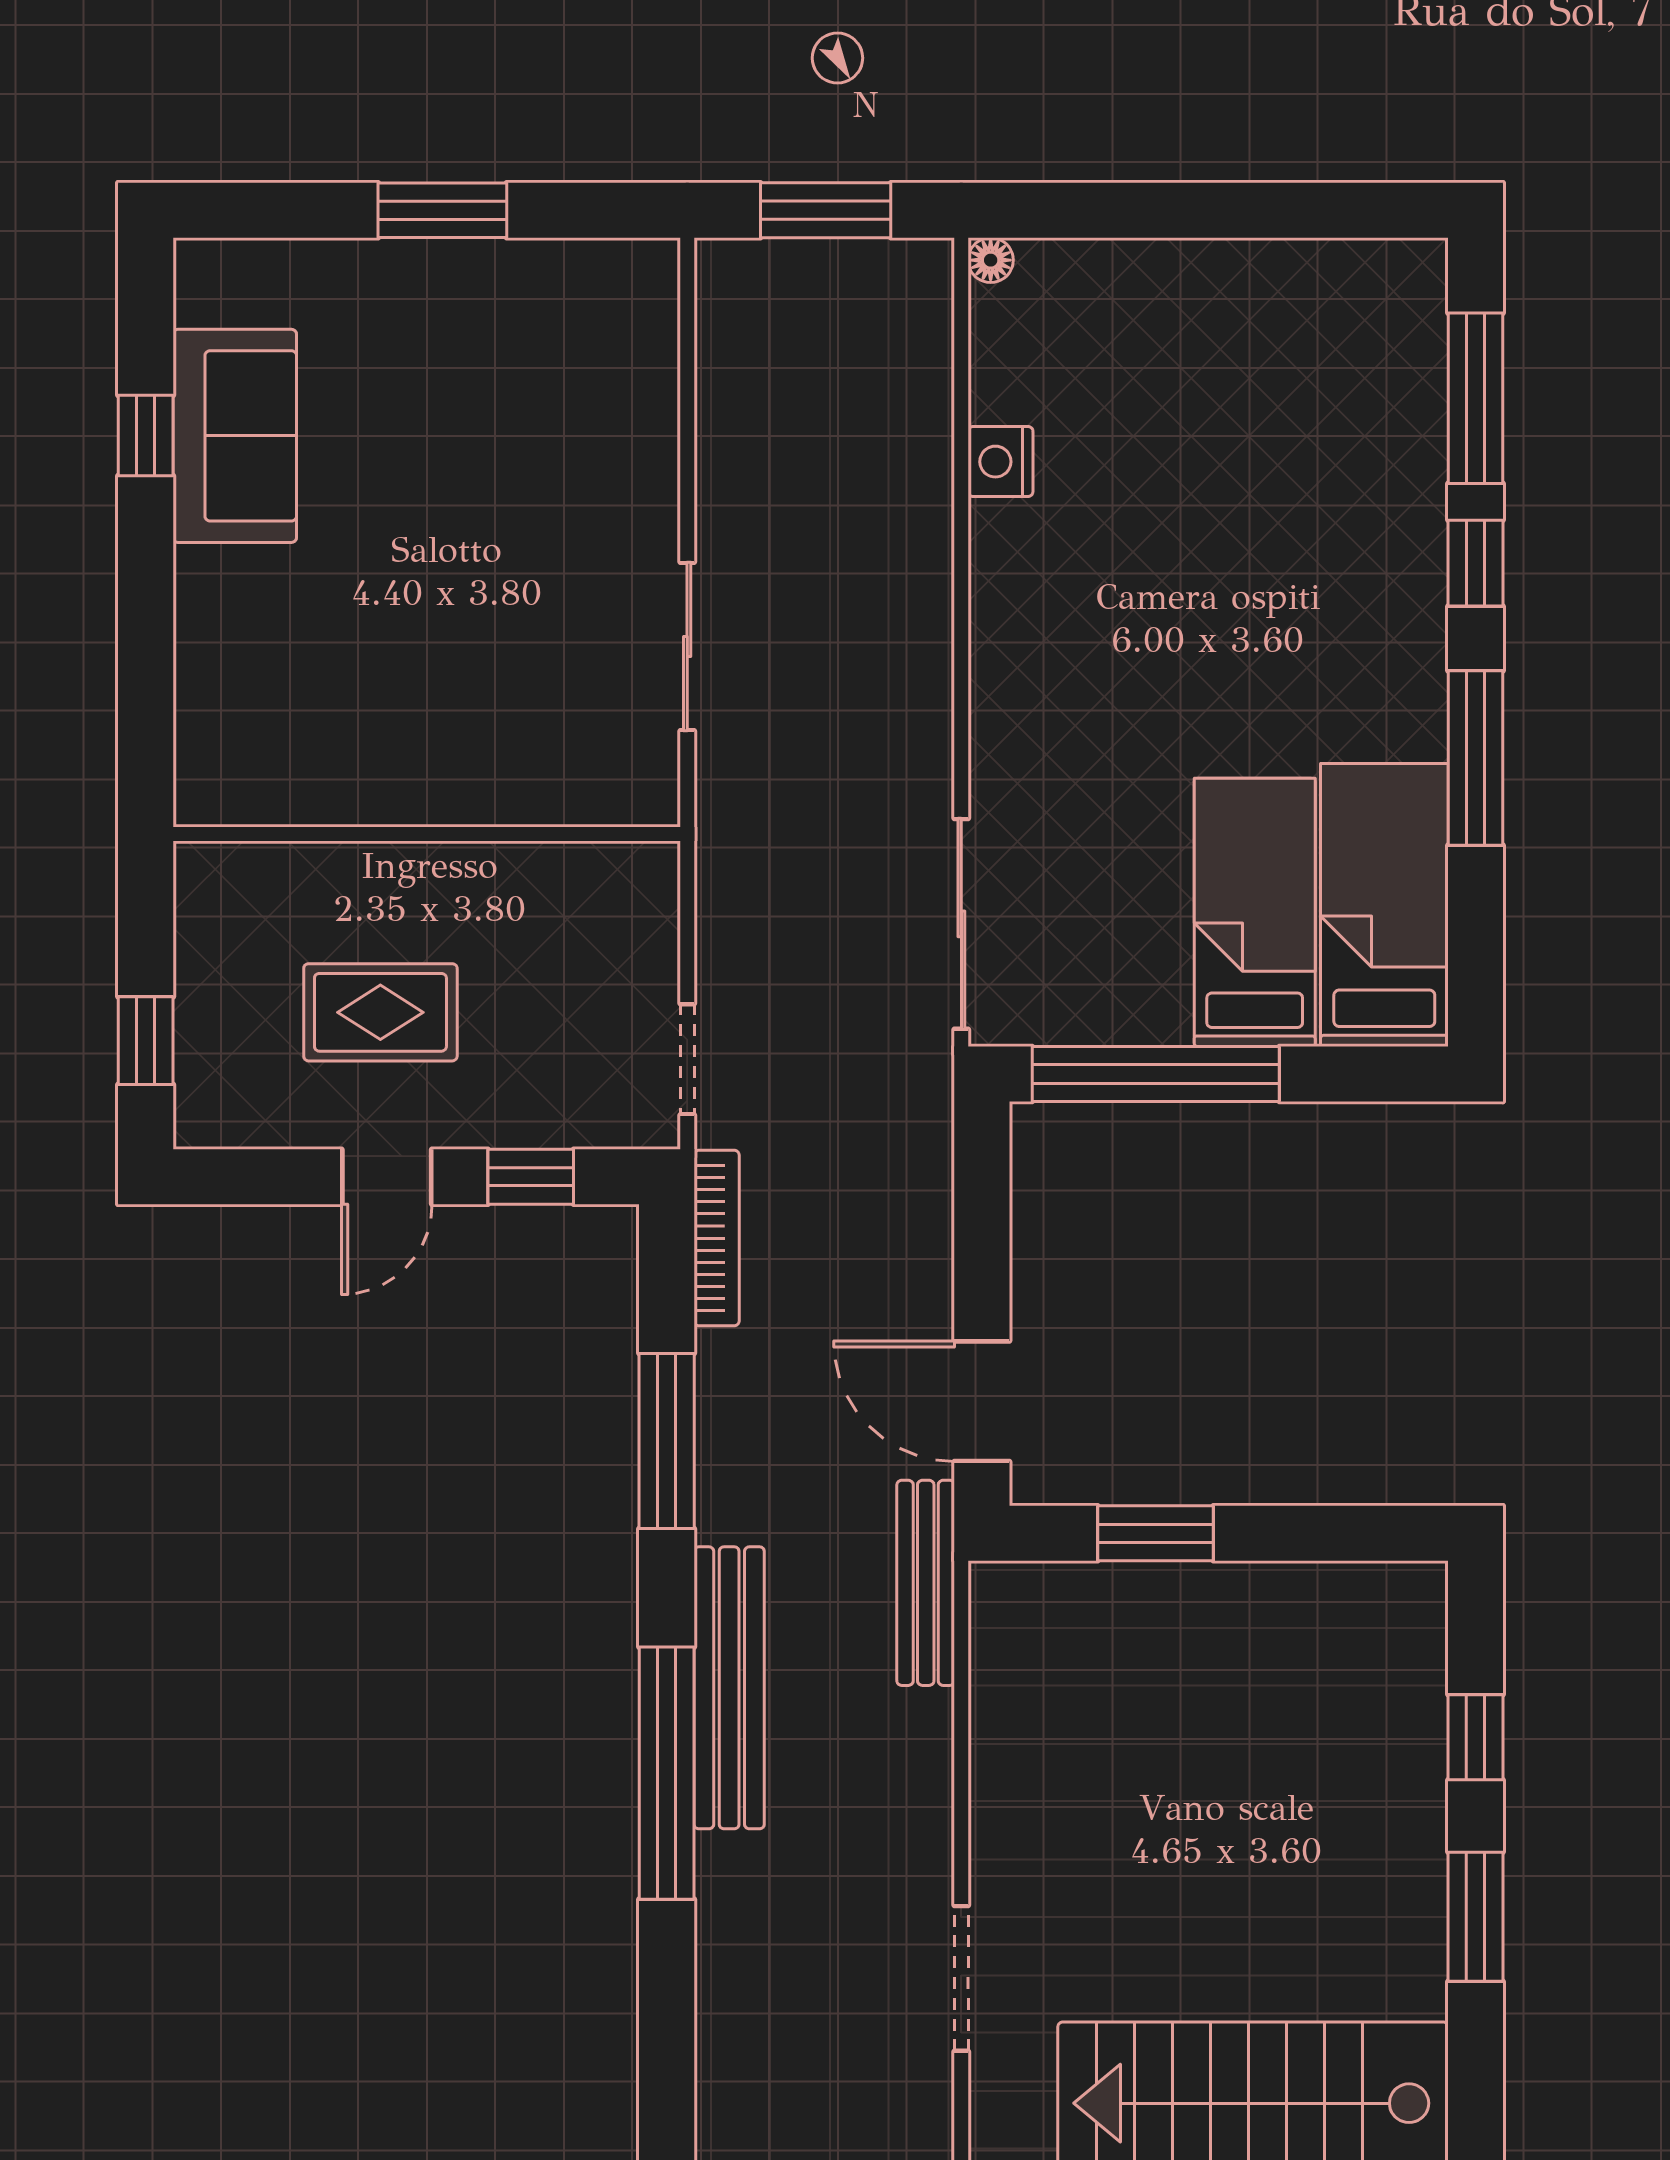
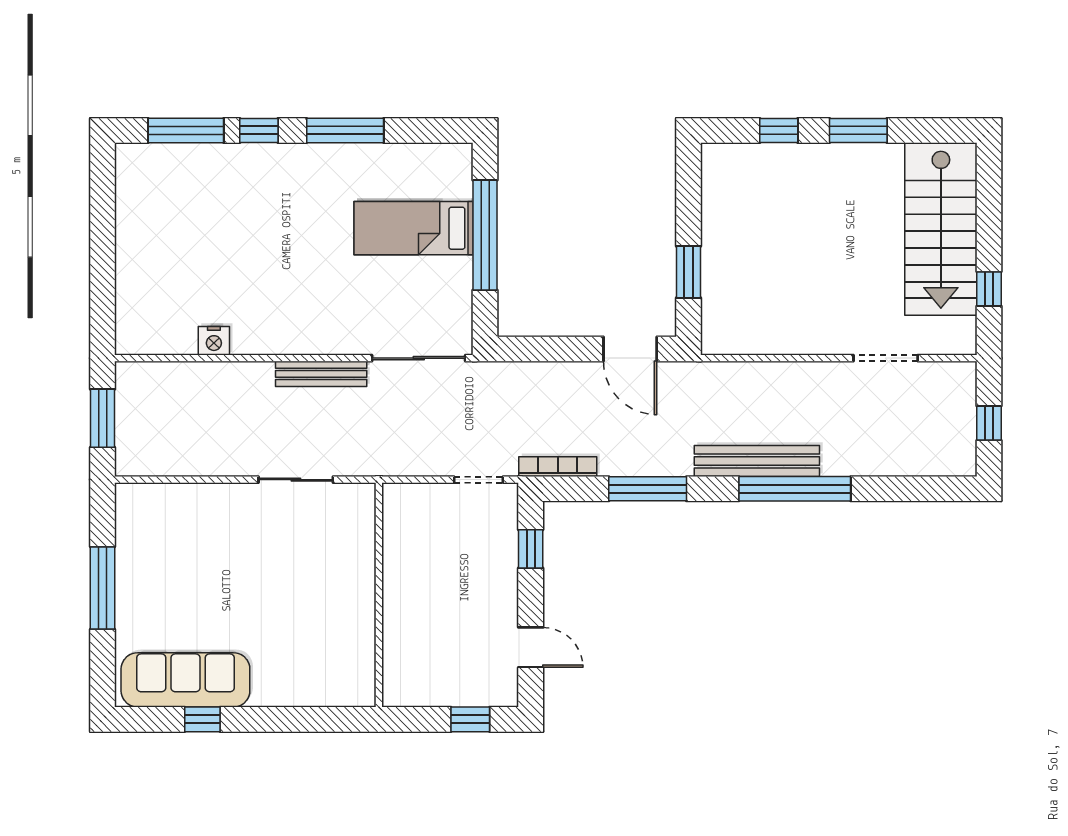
window: (442, 210) -> (103, 588), width x1.44
floor lamp: (991, 260) -> (125, 345), removed
sofa: (235, 436) -> (185, 680), width x1.36
bed: (1384, 905) -> (410, 171), removed
rug: (380, 1012) -> (458, 615), removed
window: (1156, 1074) -> (485, 235), moved
door: (387, 1177) -> (531, 647), moved
door: (982, 1401) -> (630, 349), hinge flipped
bench: (926, 1583) -> (321, 374), moved

